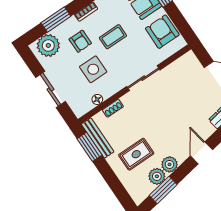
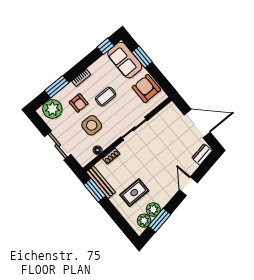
plant: (169, 164) -> (144, 221), moved

